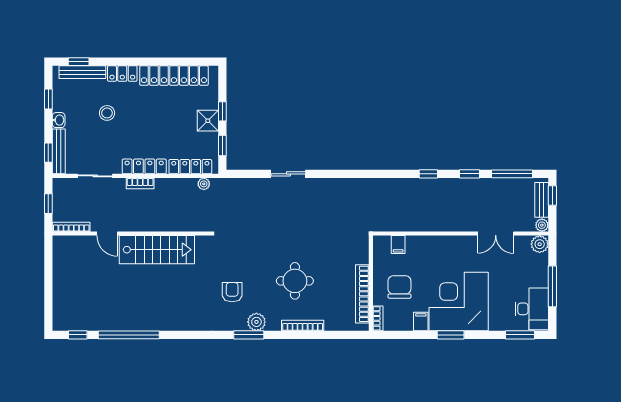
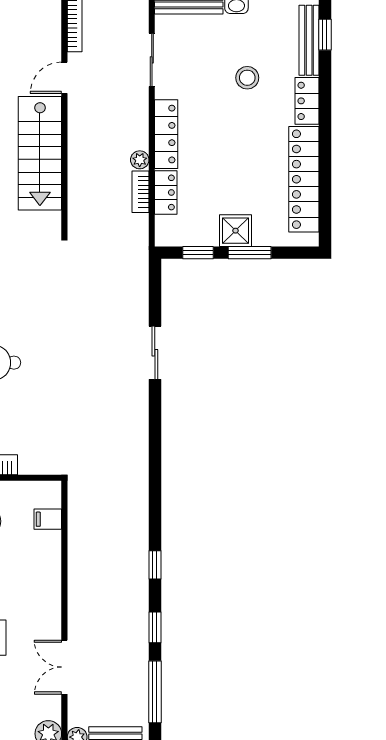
window: (222, 111) -> (250, 253), width x1.50
locker: (190, 167) -> (166, 192), width x0.66
bookcase: (140, 183) -> (141, 192), moved
plant: (204, 184) -> (140, 160), moved

